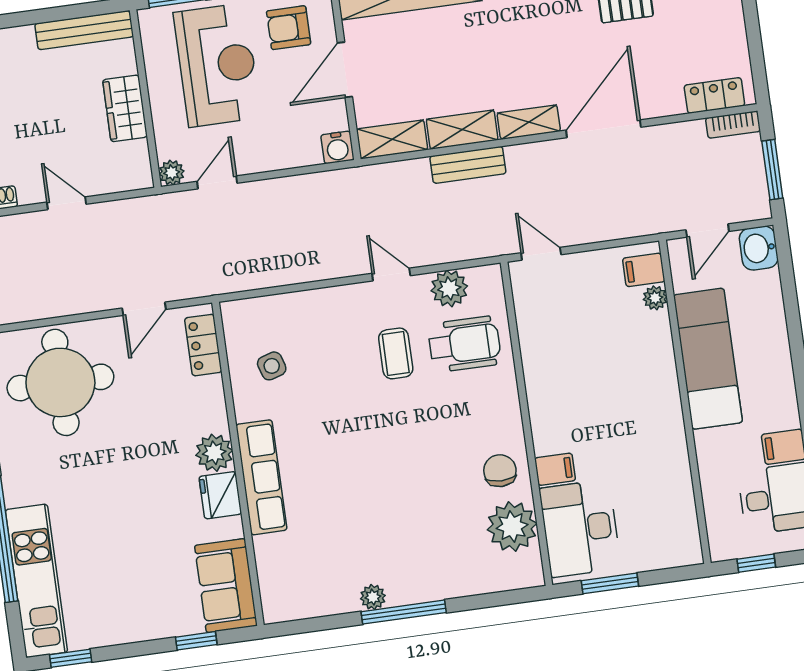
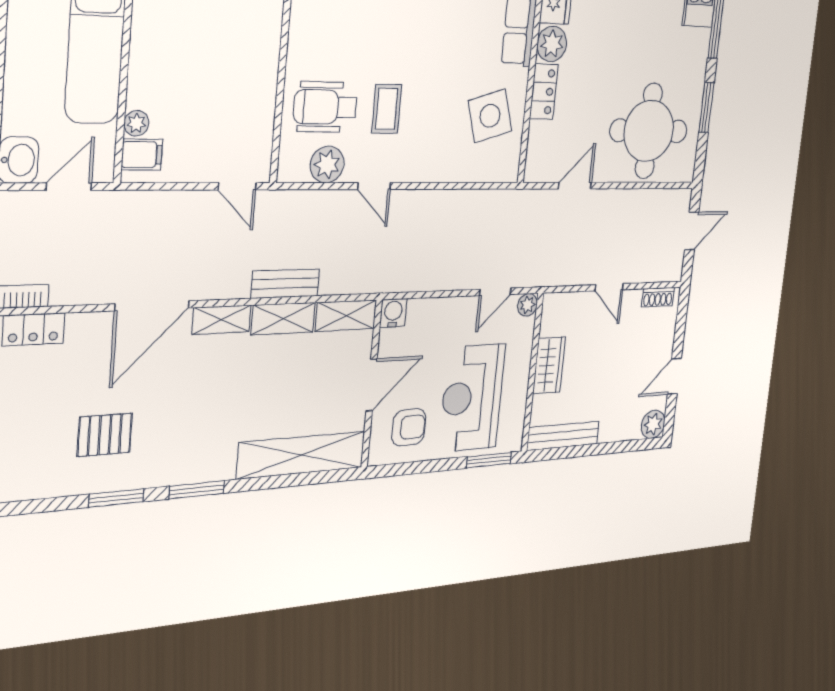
locker: (203, 345) -> (544, 92), moved
side table: (272, 366) -> (490, 116), width x1.87, depth x1.87

